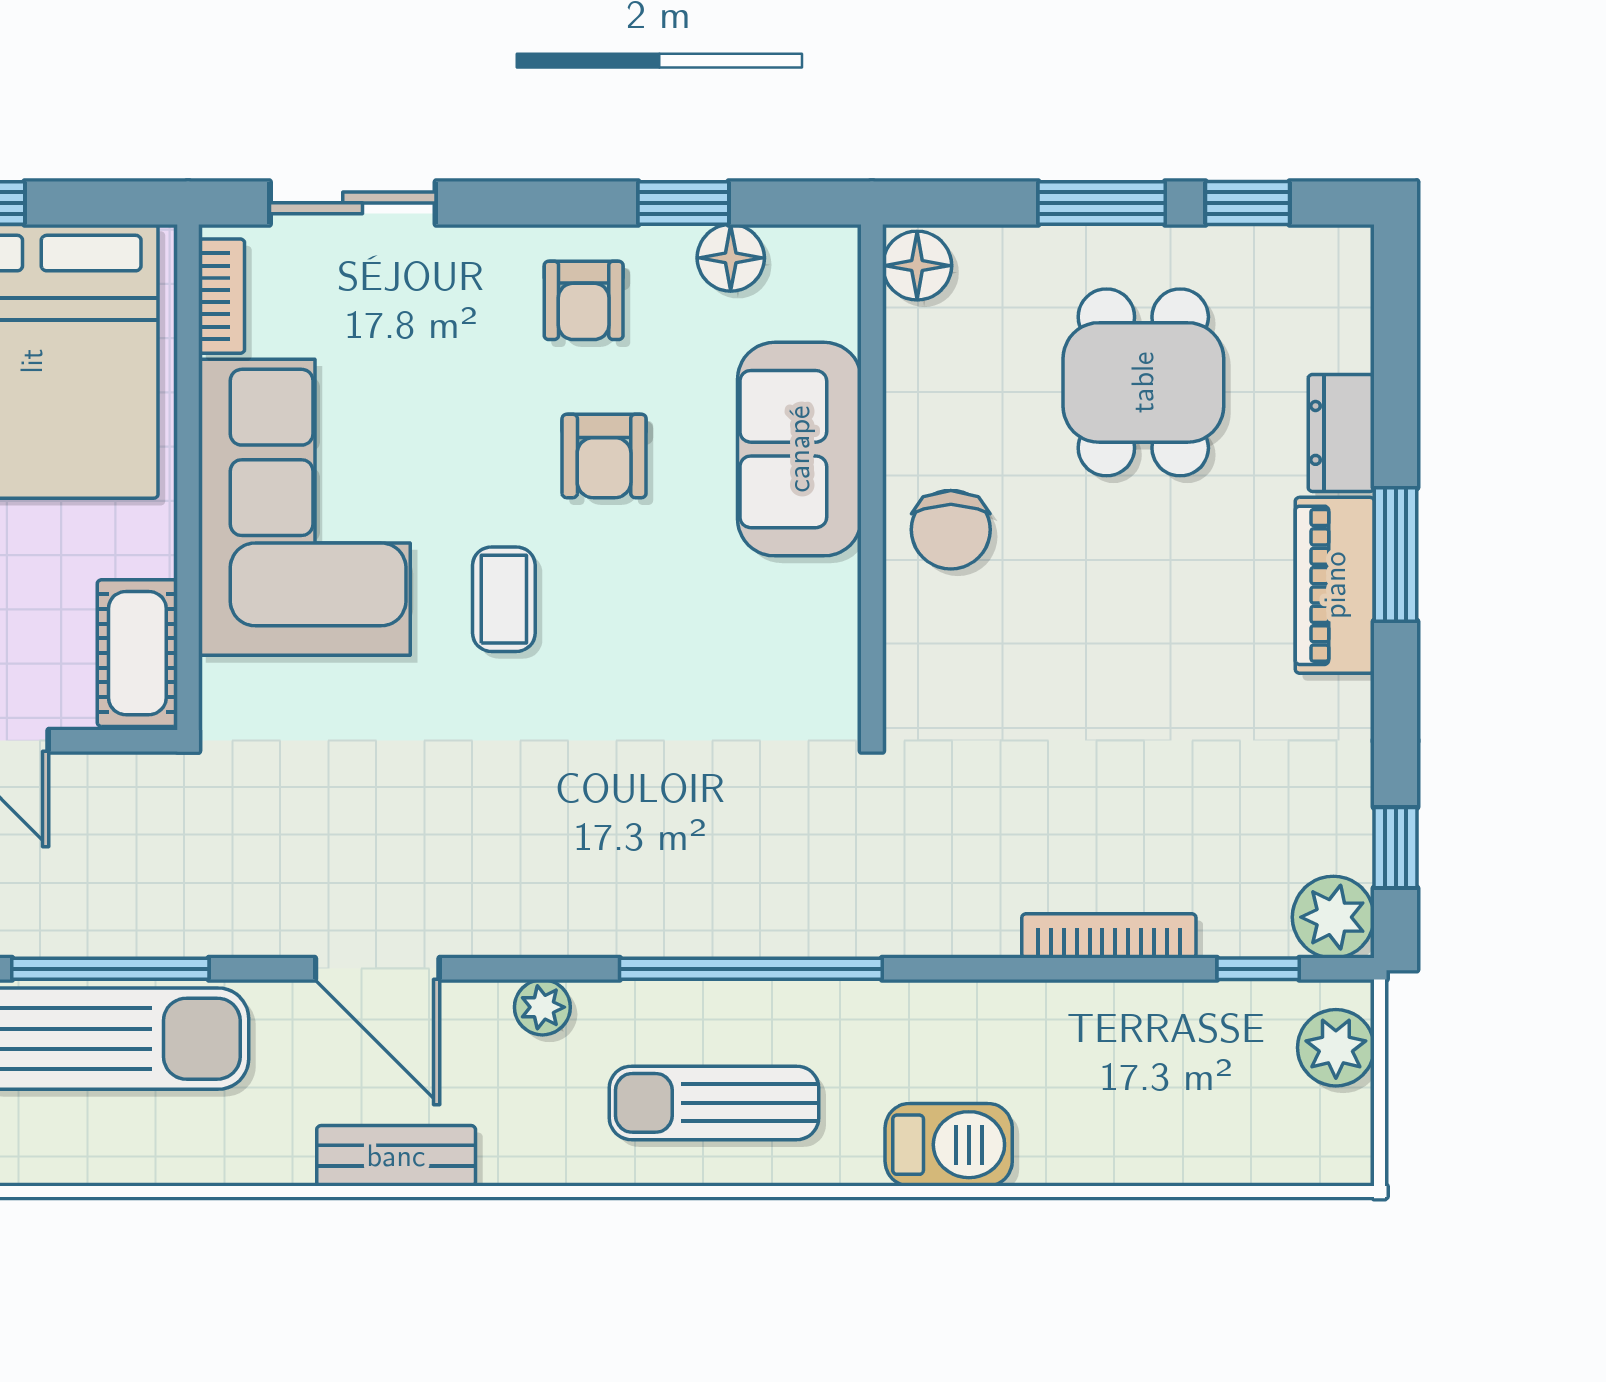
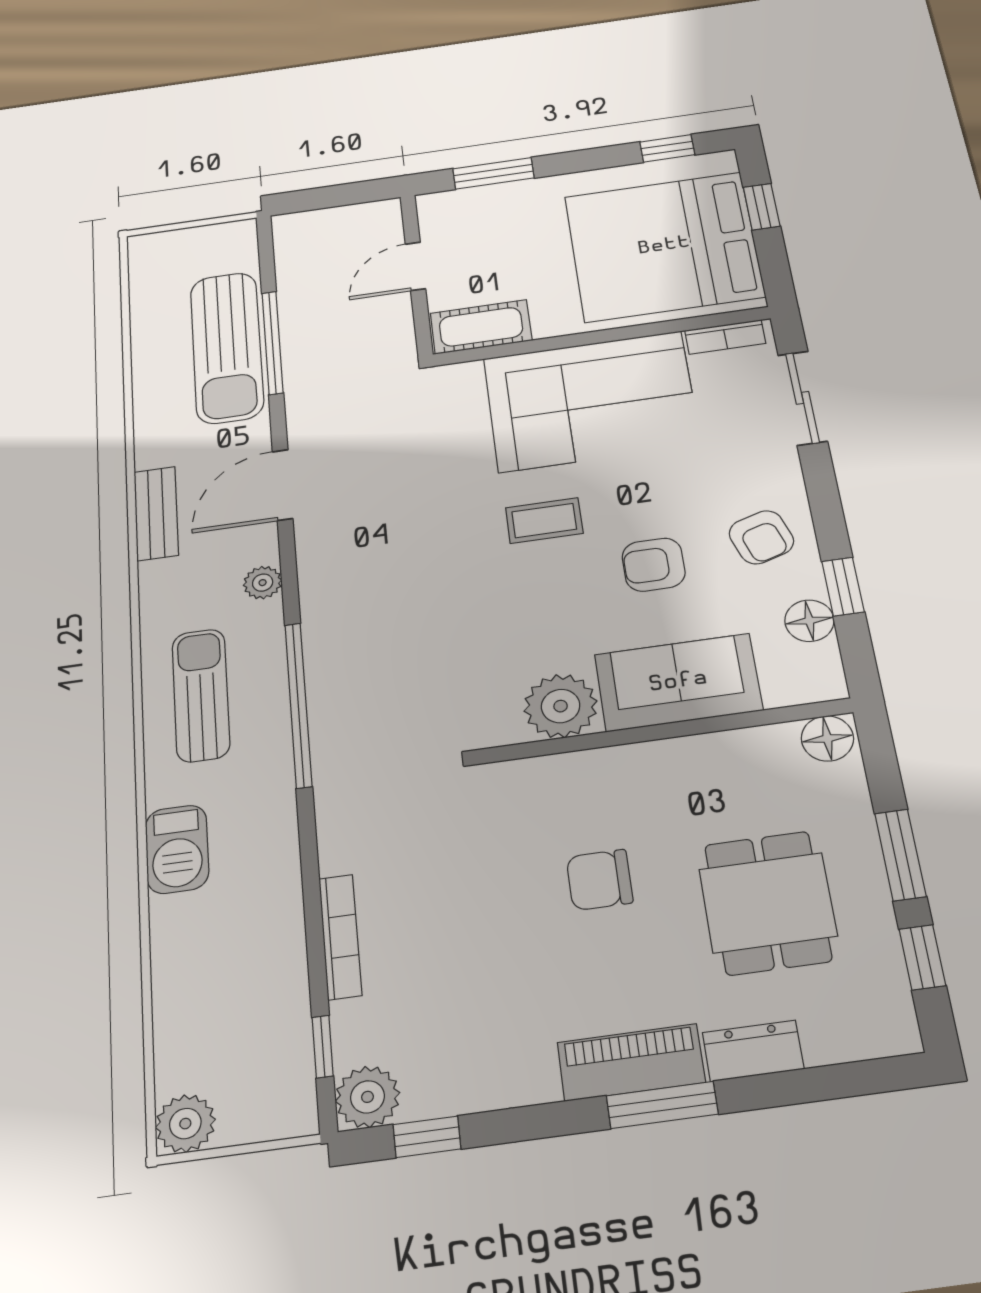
armchair: (584, 300) -> (761, 537), turned -108
dining table: (1143, 382) -> (768, 903), turned 90
chair: (951, 530) -> (600, 880), moved
plant: (811, 612) -> (561, 706), added
plant: (1336, 1048) -> (185, 1124), moved

